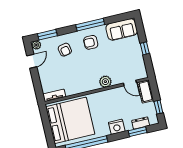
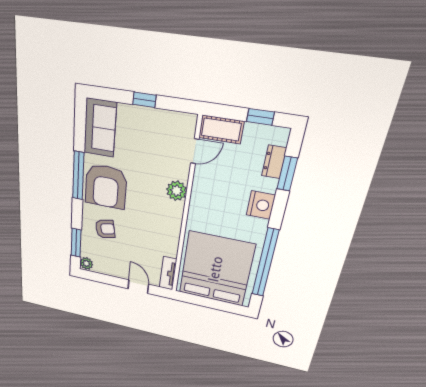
armchair: (91, 42) -> (106, 186), width x1.88, depth x1.88
door: (32, 61) -> (138, 287), moved

